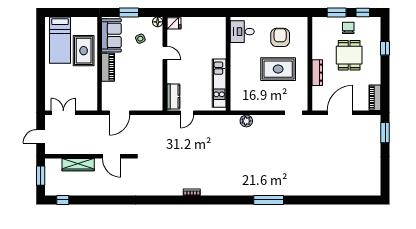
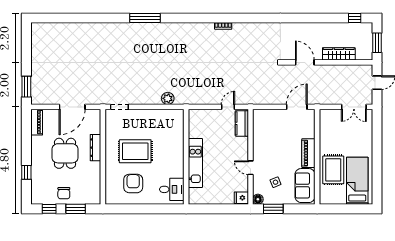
window: (129, 12) -> (273, 209), moved
armchair: (280, 37) -> (133, 183), turned 180
dining table: (349, 55) -> (65, 153), moved
kitchen unit: (219, 83) -> (195, 163), moved

